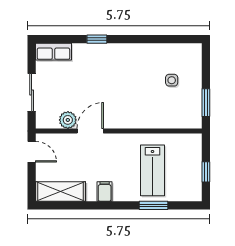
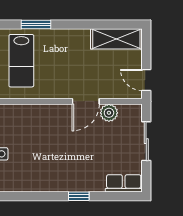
lab bench: (153, 170) -> (21, 61), turned 180
filing cabinet: (105, 192) -> (71, 39), removed
window: (153, 205) -> (36, 24), moved

